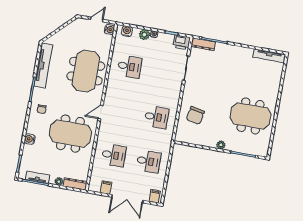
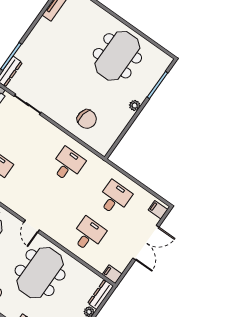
filing cabinet: (106, 188) -> (112, 274), moved

